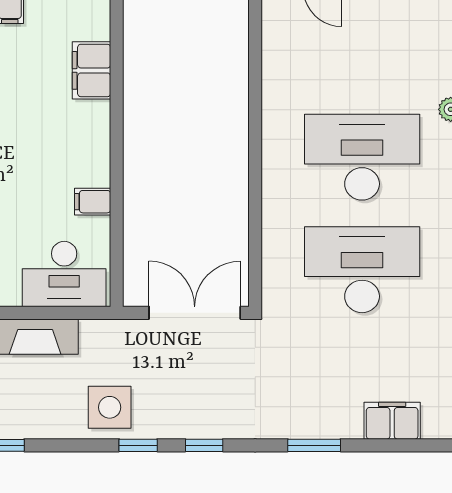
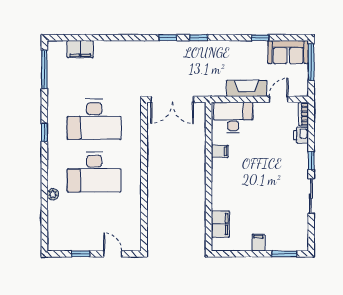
filing cabinet: (91, 70) -> (220, 224), moved
side table: (110, 407) -> (212, 55), removed
window: (314, 445) -> (117, 38), removed

